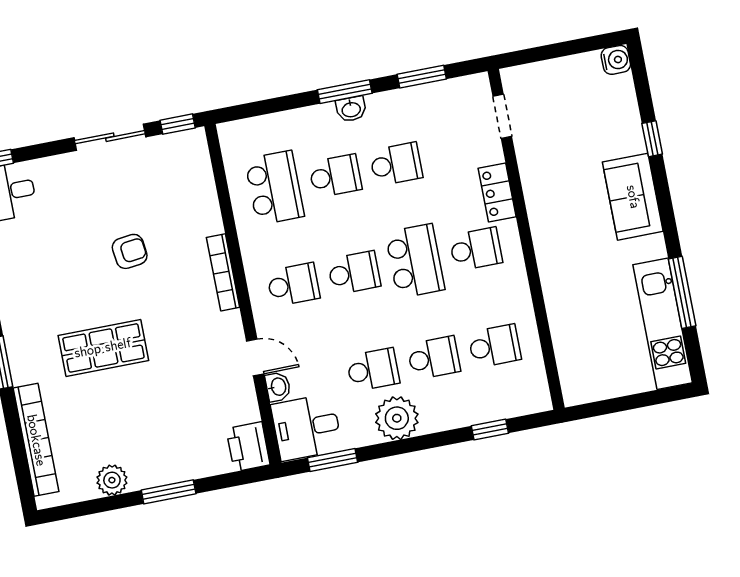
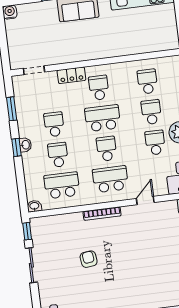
window: (345, 92) -> (16, 147), width x0.67
school desk: (293, 285) -> (110, 179), width x1.85
shop shelf: (103, 348) -> (136, 275), removed
washbasin: (278, 387) -> (34, 206), moved

